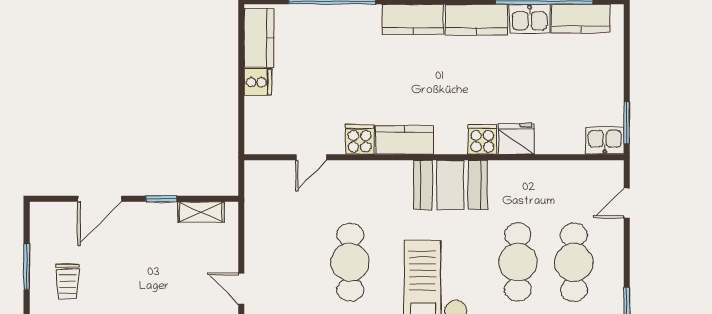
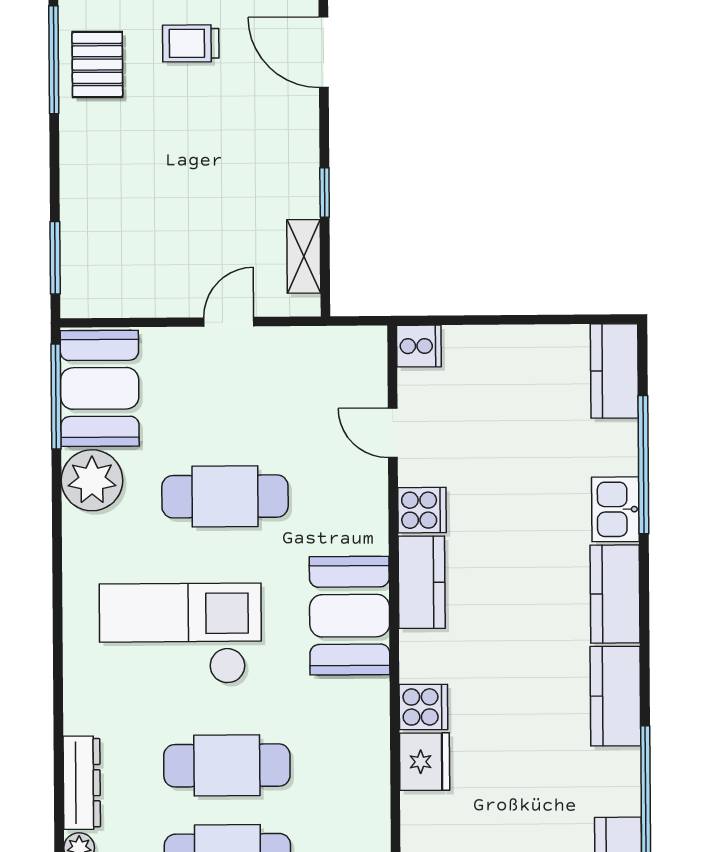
kitchen sink: (530, 19) -> (615, 509), moved
kitchen counter: (259, 38) -> (614, 371), moved, turned 90
cooker: (258, 82) -> (419, 346), moved, turned -90
booth: (450, 185) -> (350, 616), moved
door: (100, 199) -> (324, 52), moved
door: (241, 289) -> (229, 322), moved

